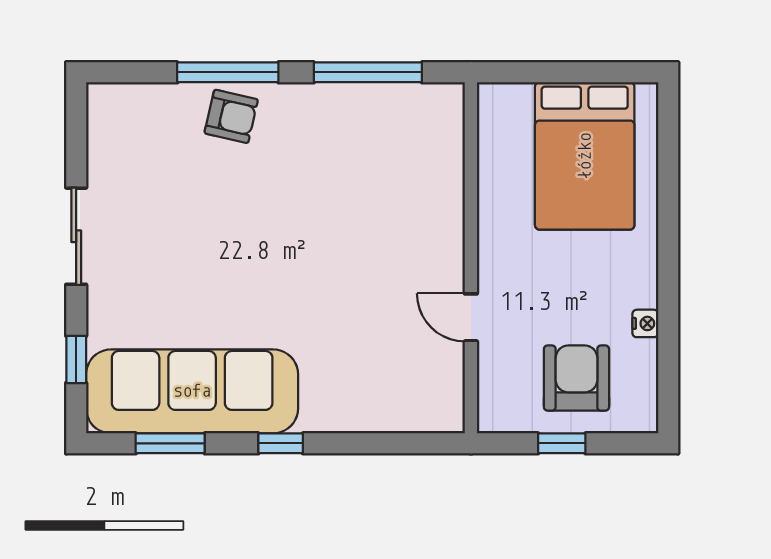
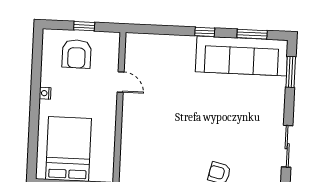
sliding door: (76, 236) -> (287, 146), moved
nightstand: (645, 323) -> (45, 93), moved
window: (76, 359) -> (291, 72), width x1.50

